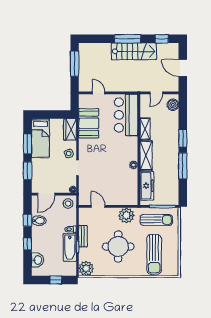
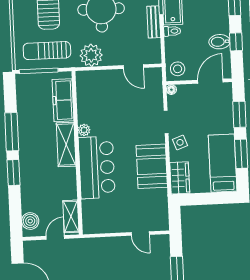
bar counter: (126, 115) -> (97, 167), moved
booth: (89, 123) -> (152, 166), moved
shelving: (145, 129) -> (71, 216), moved

